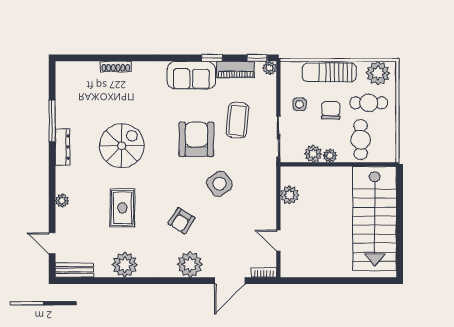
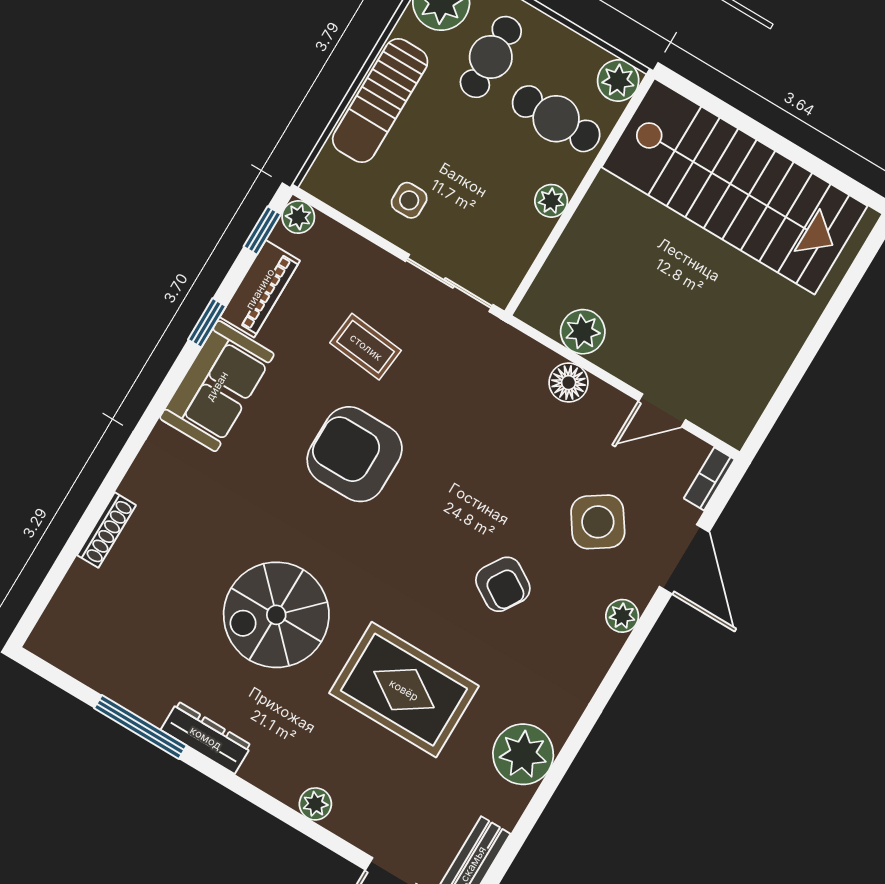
chair: (331, 110) -> (459, 144), removed
coffee table: (238, 120) -> (366, 347), width x0.73, depth x0.77
spiral stairs: (122, 146) -> (276, 615), turned -90
plant: (313, 154) -> (618, 80), moved
side table: (219, 184) -> (598, 522), moved
floor lamp: (268, 201) -> (569, 383), added
rug: (122, 208) -> (404, 690), width x1.36, depth x1.43
plant: (190, 265) -> (622, 616), width x0.53, depth x0.53

